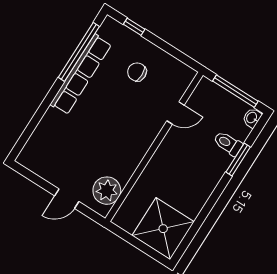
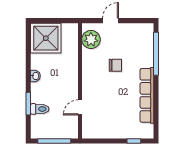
window: (79, 52) -> (156, 54), moved
chair: (137, 72) -> (115, 65), moved
washbasin: (252, 118) -> (35, 76), moved

